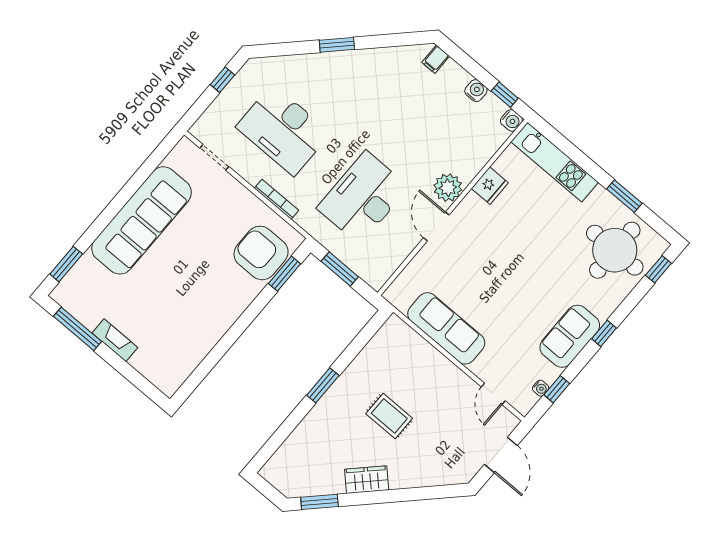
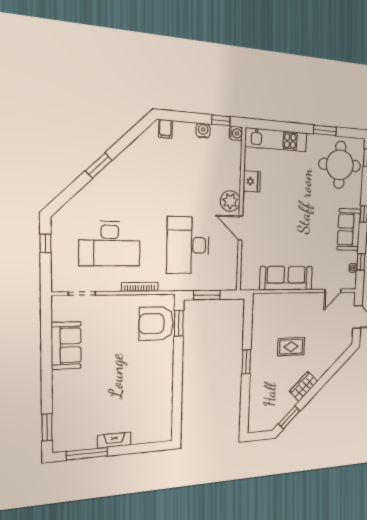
sofa: (142, 220) -> (66, 346), width x0.54, depth x0.79
door: (493, 394) -> (333, 291), hinge flipped

